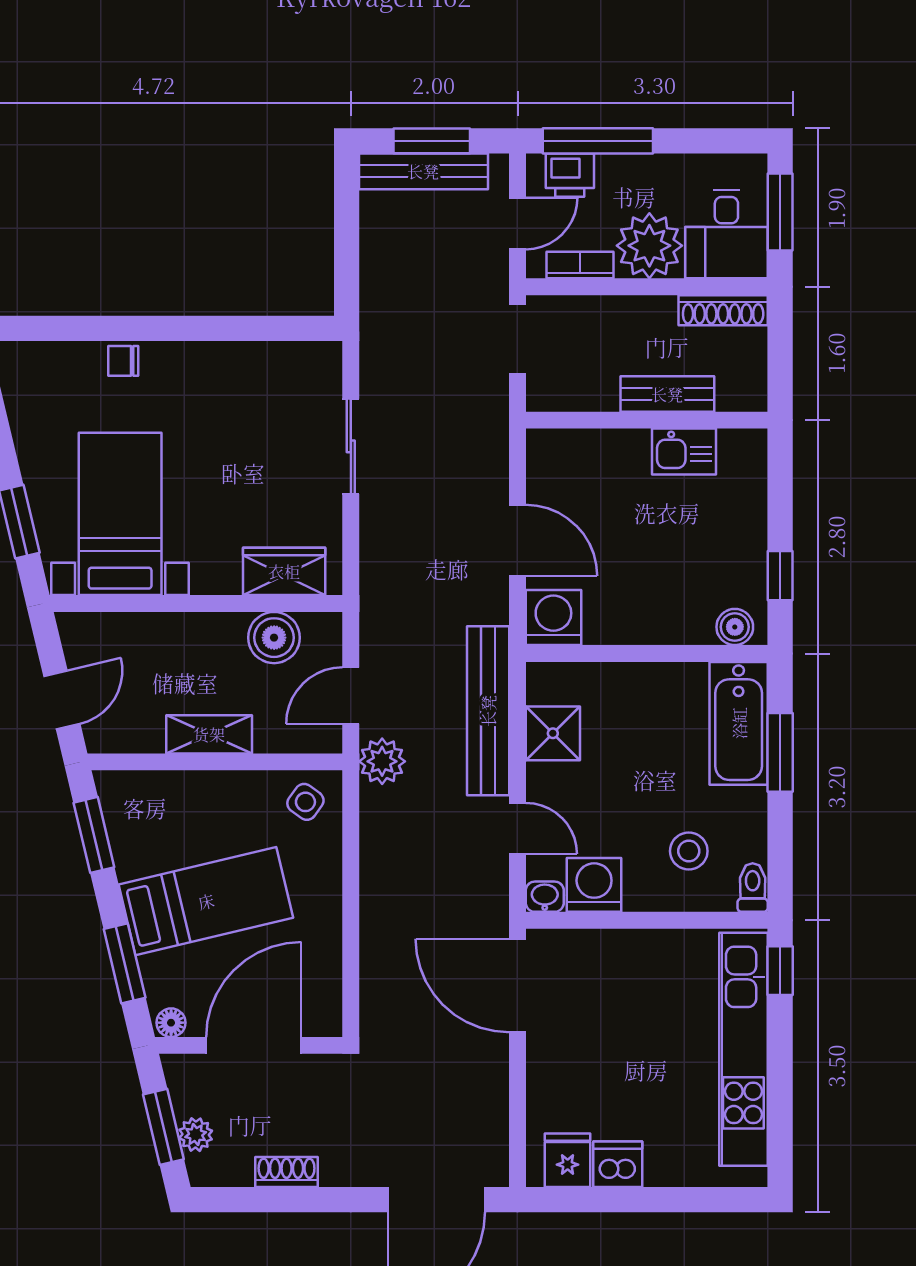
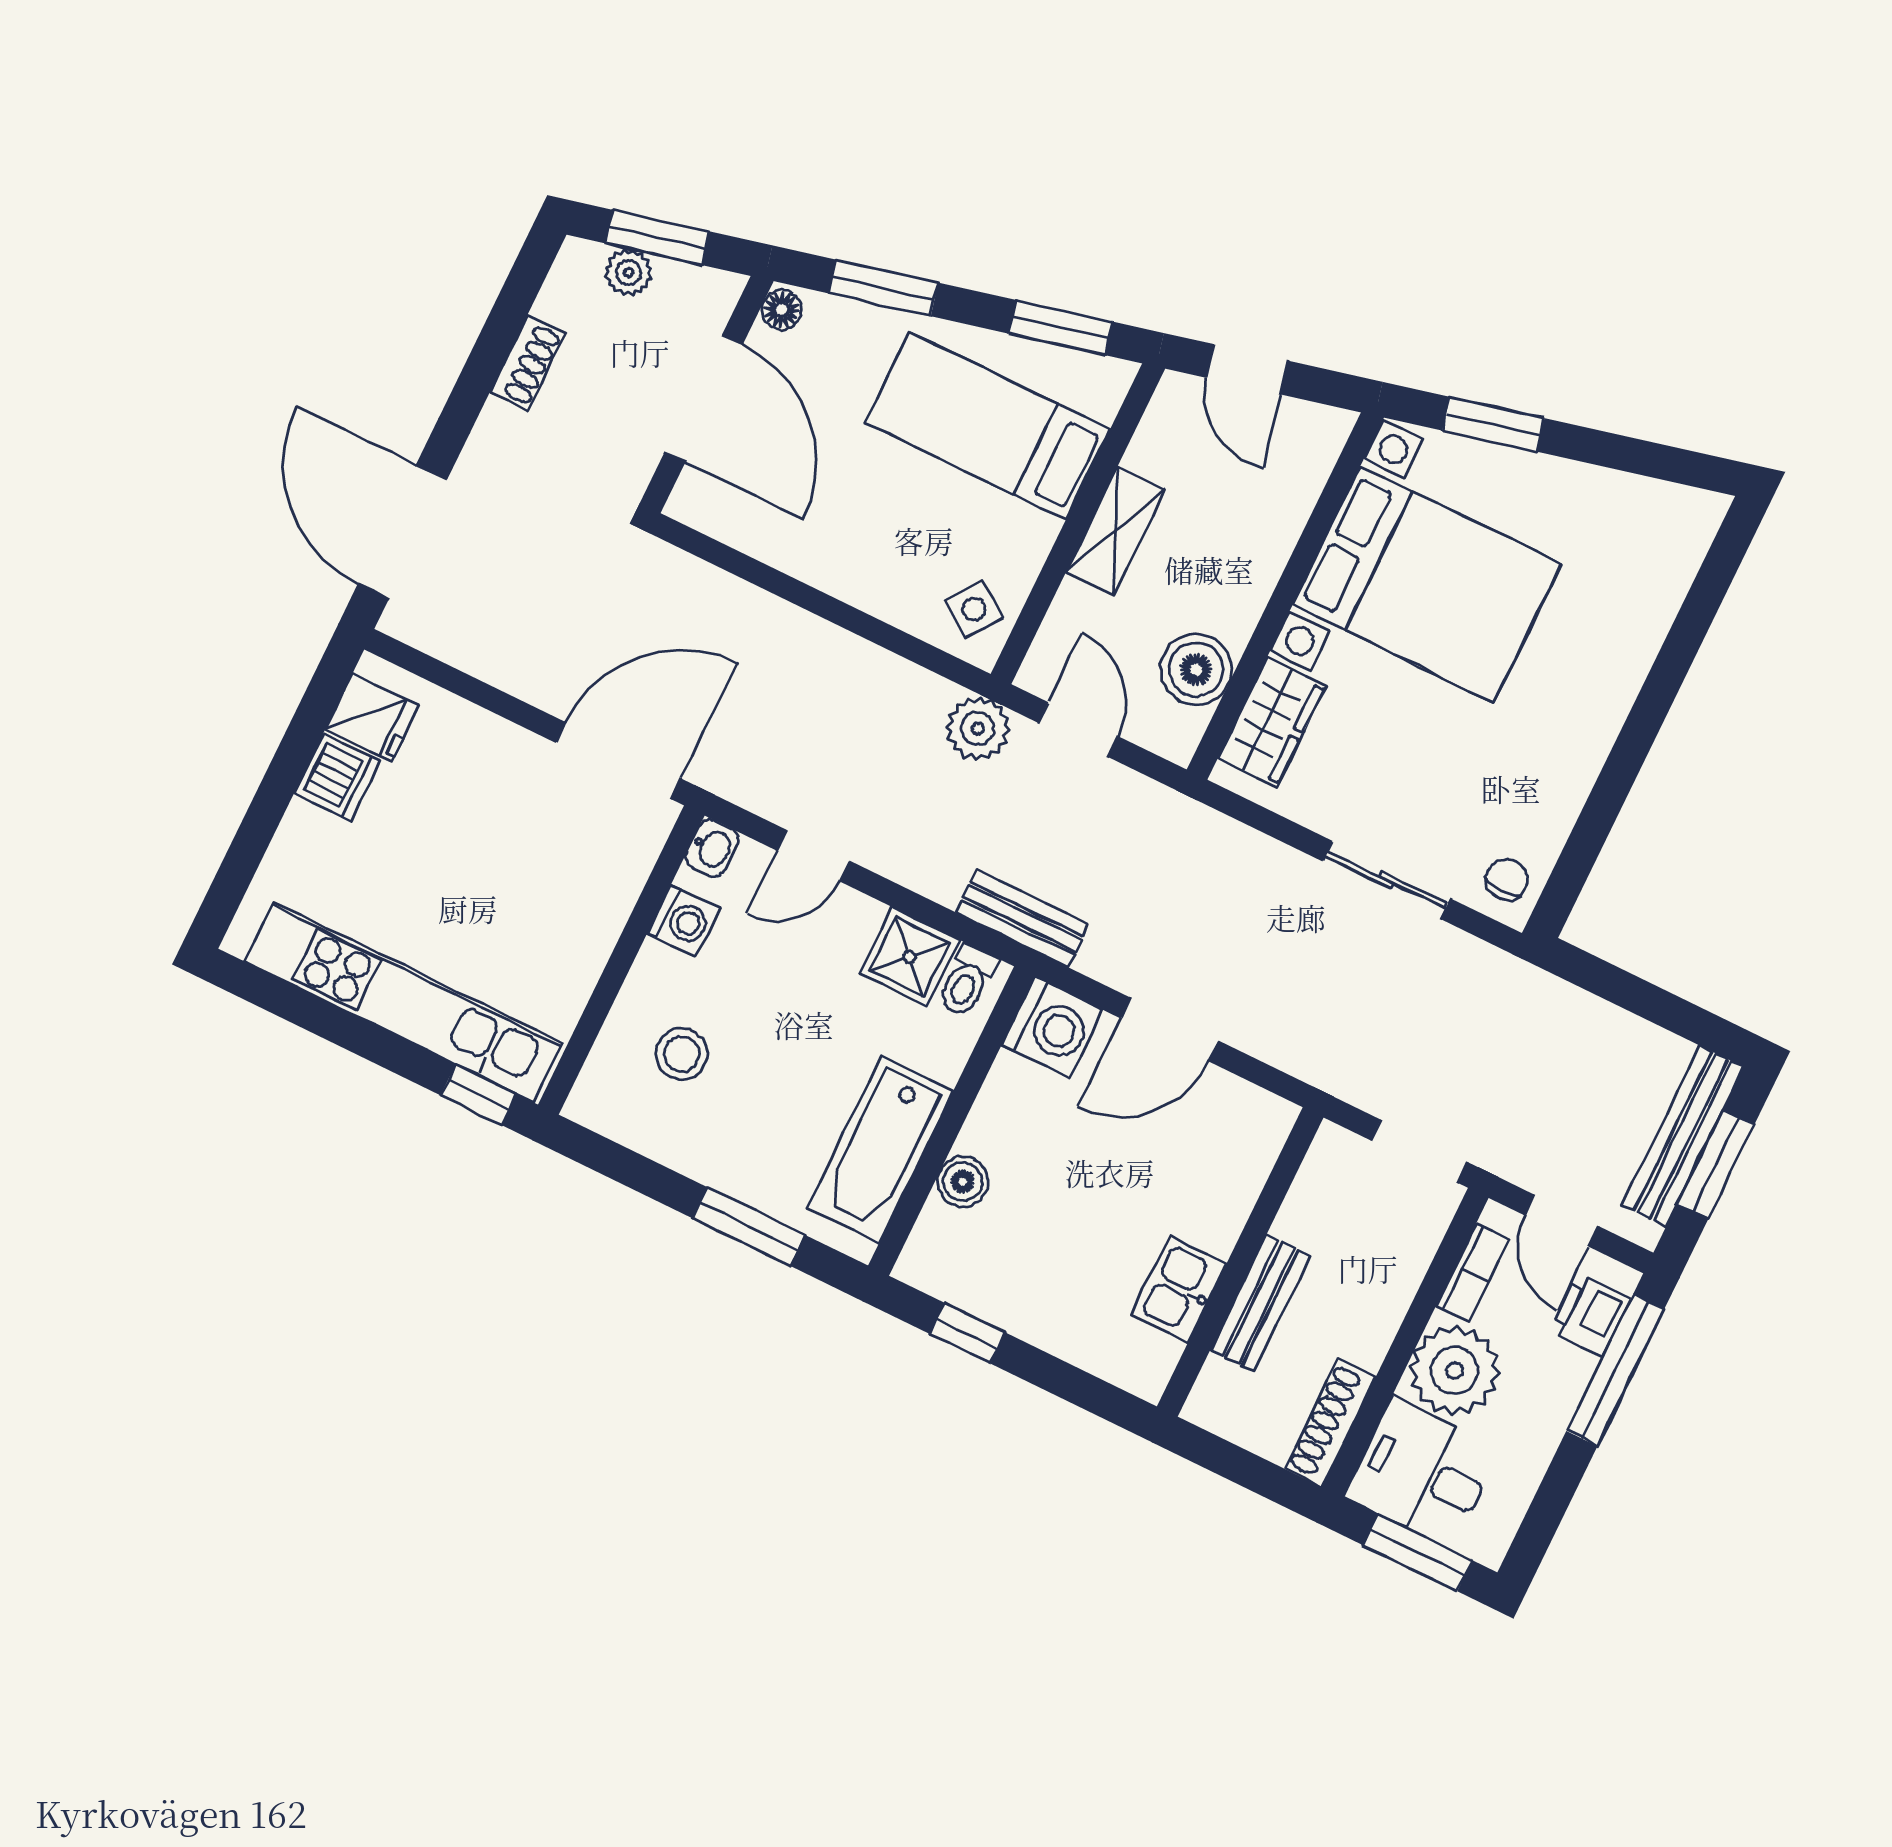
chair: (123, 361) -> (1507, 880), moved
bed with nightstands: (120, 514) -> (1427, 584), width x1.36
boiler: (735, 627) -> (963, 1181), moved
bench: (488, 711) -> (1023, 918), width x0.54, depth x0.82
bathtub: (739, 723) -> (880, 1150), moved, turned -90
washing machine: (594, 885) -> (683, 921), width x0.73, depth x0.73
toilet: (753, 888) -> (967, 981), moved, turned 90
bed: (206, 901) -> (988, 426), moved, turned 103

